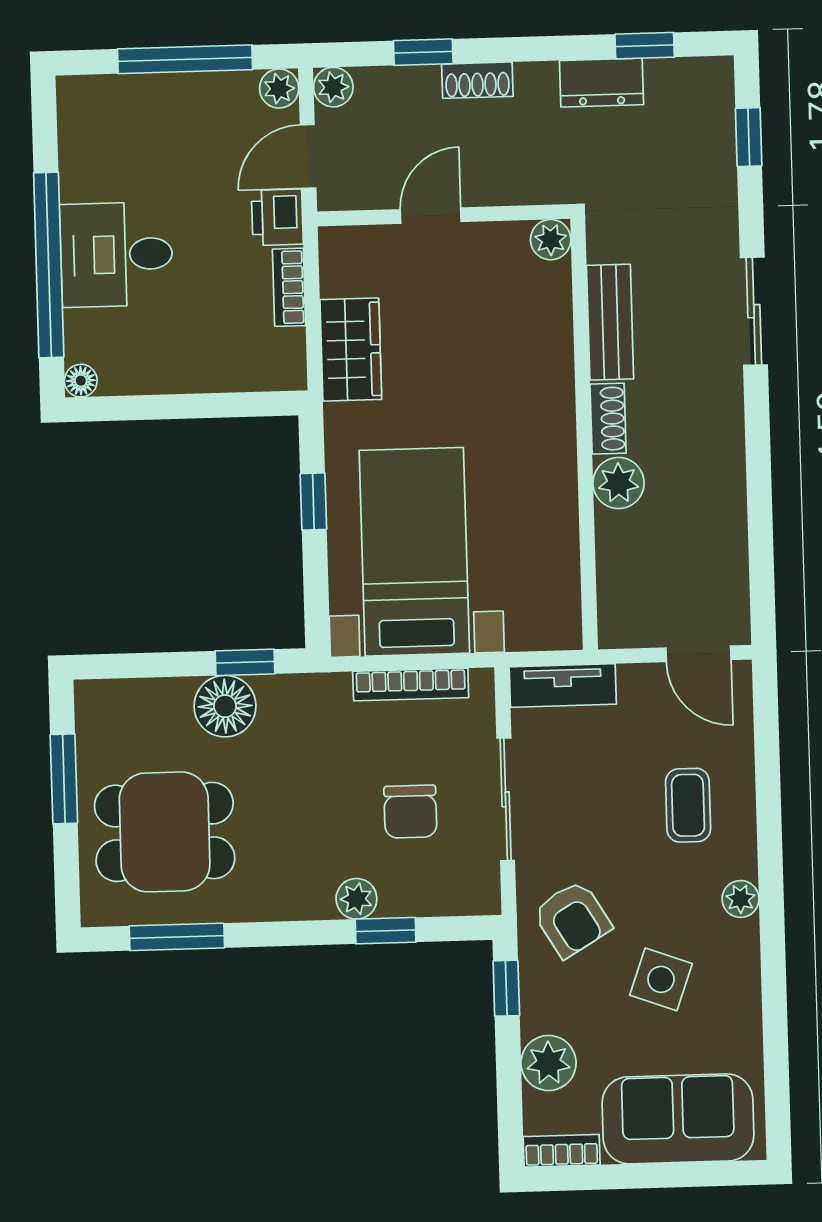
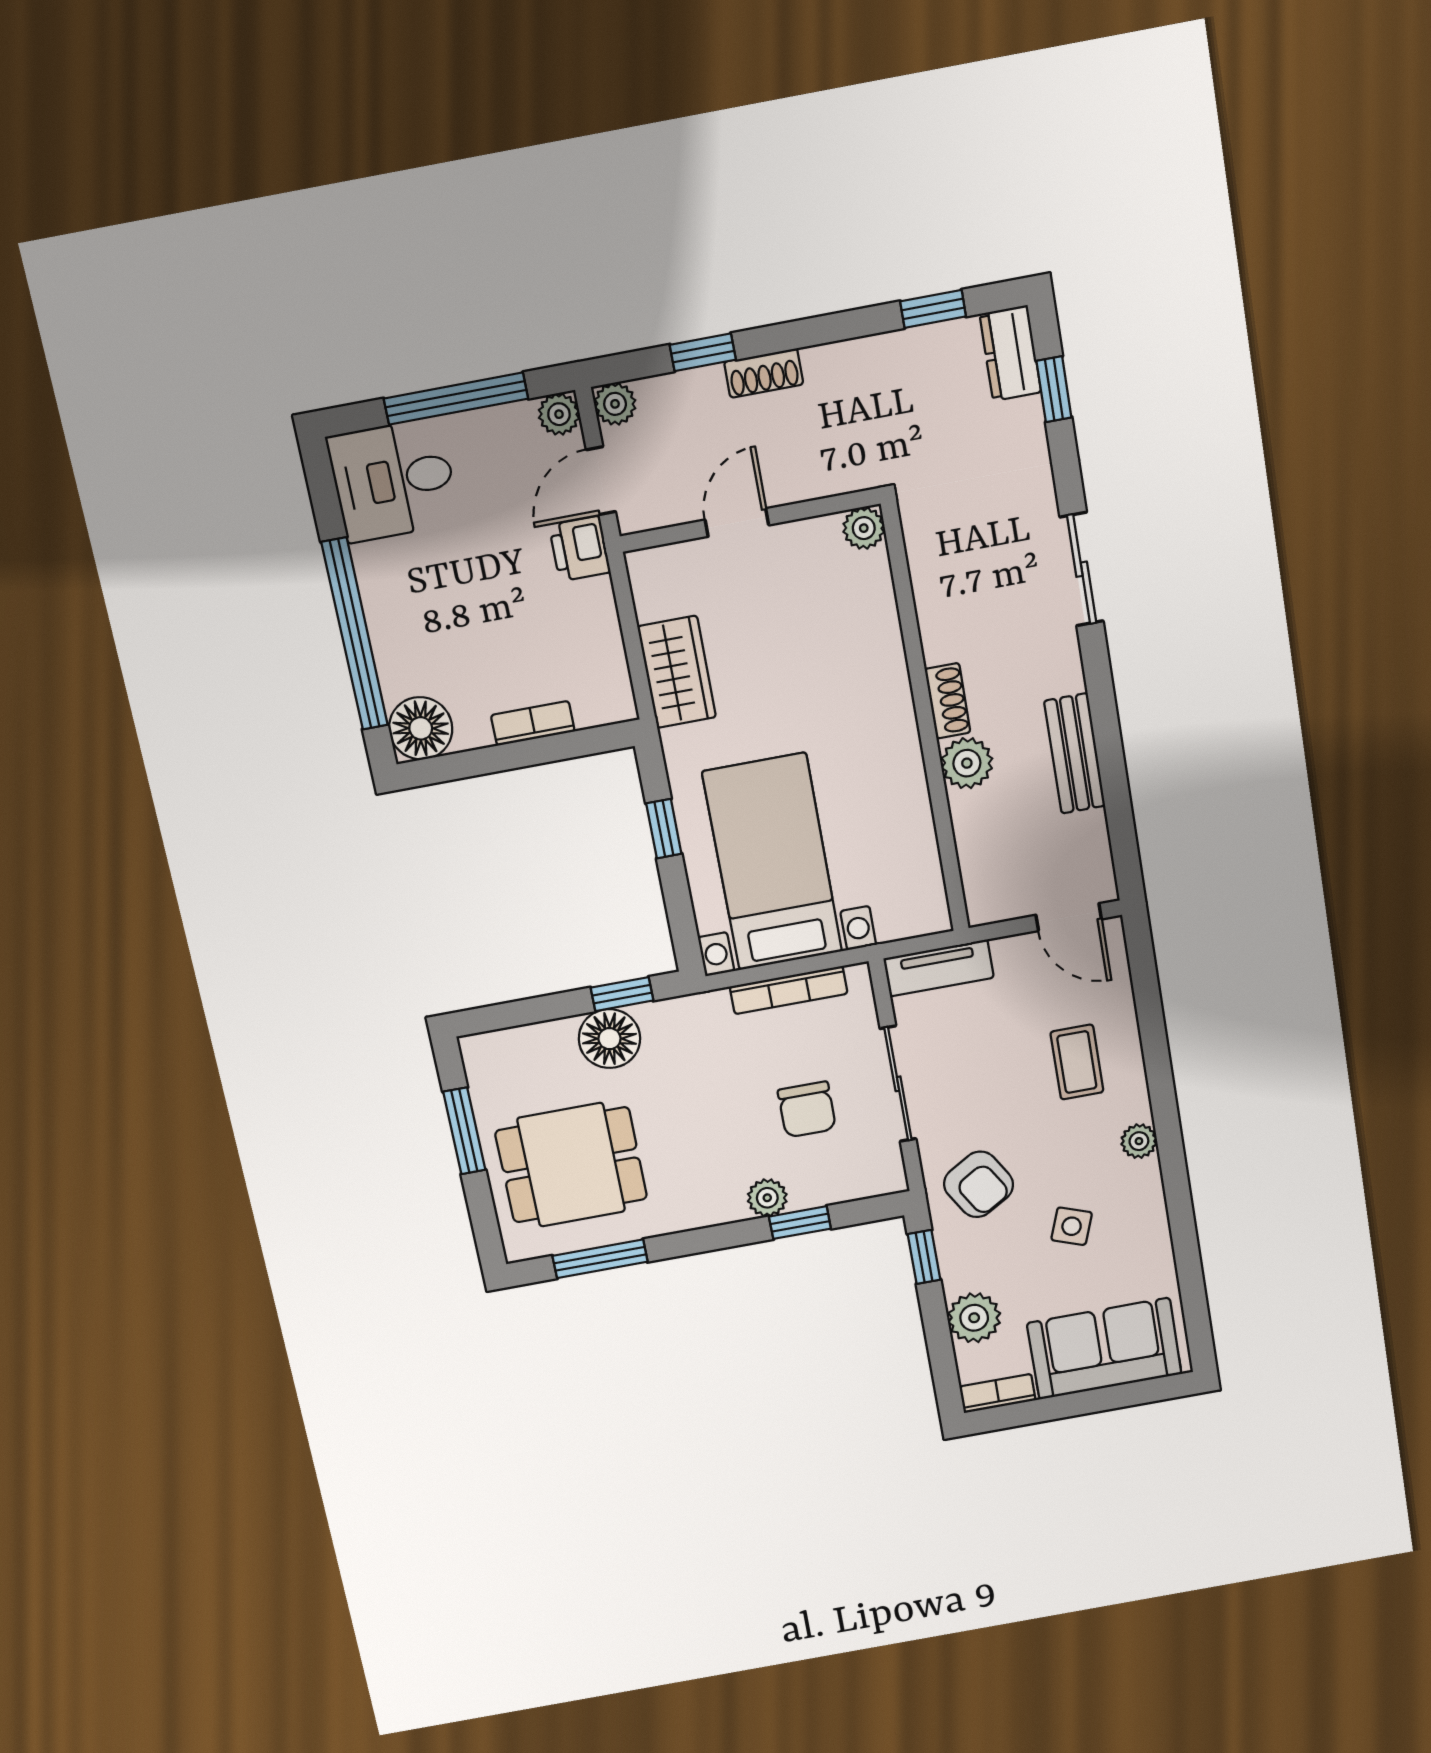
dresser: (601, 83) -> (1010, 353), moved, turned 90
desk: (116, 254) -> (393, 480), moved
bookcase: (289, 287) -> (533, 723), moved, turned 90
bench: (610, 322) -> (1075, 753), moved
floor lamp: (81, 381) -> (421, 728), width x1.89, depth x1.89
side table: (661, 979) -> (1072, 1226), width x0.73, depth x0.73

